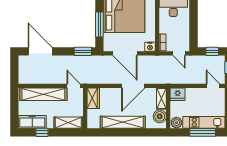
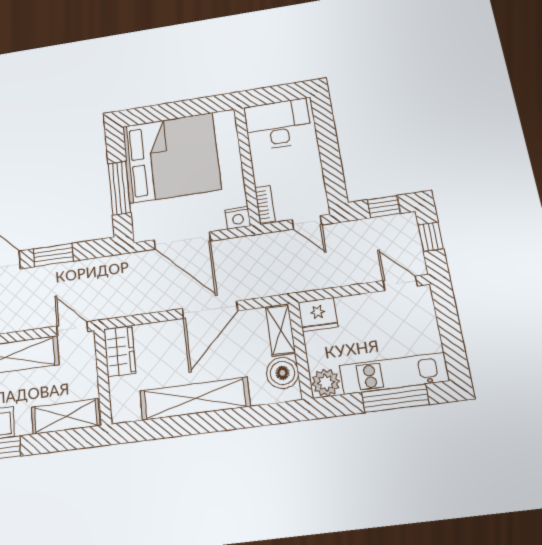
window: (83, 51) -> (53, 255), moved

